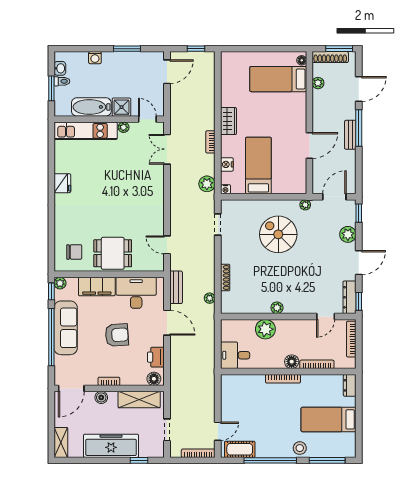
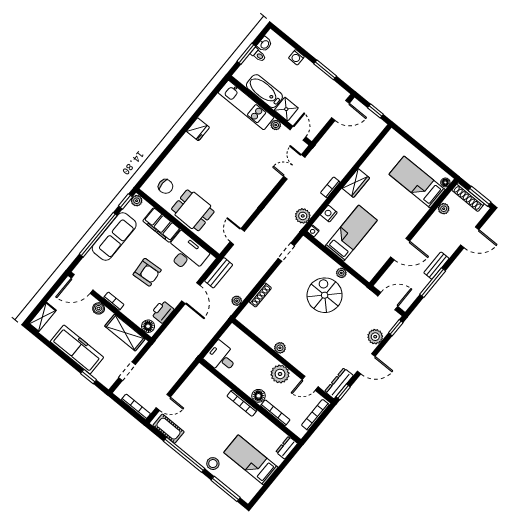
window: (359, 128) -> (433, 283), moved
plant: (305, 205) -> (341, 273), moved
plant: (265, 329) -> (280, 374), moved

